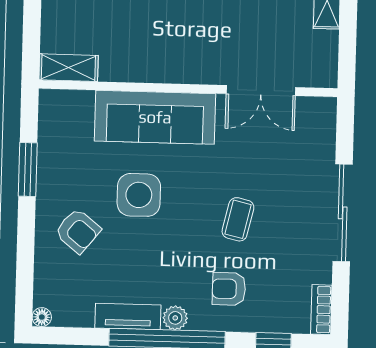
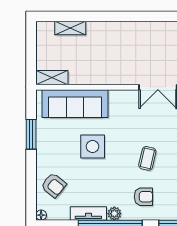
sofa: (155, 117) -> (75, 104), moved
armchair: (78, 231) -> (54, 185), moved
armchair: (229, 289) -> (143, 197), turned 180

